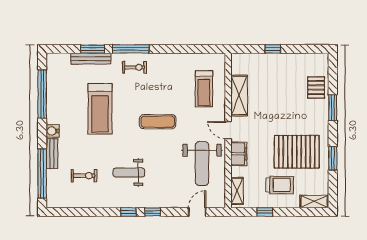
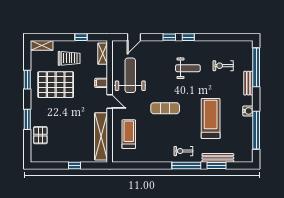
shelving: (239, 96) -> (101, 136), width x1.47
water cooler: (53, 131) -> (248, 111), moved
filing cabinet: (239, 154) -> (101, 83), width x0.50
trolley: (280, 185) -> (69, 58), turned 180

